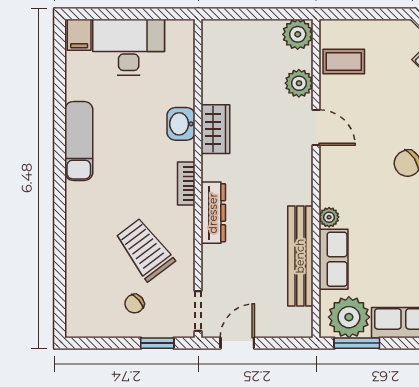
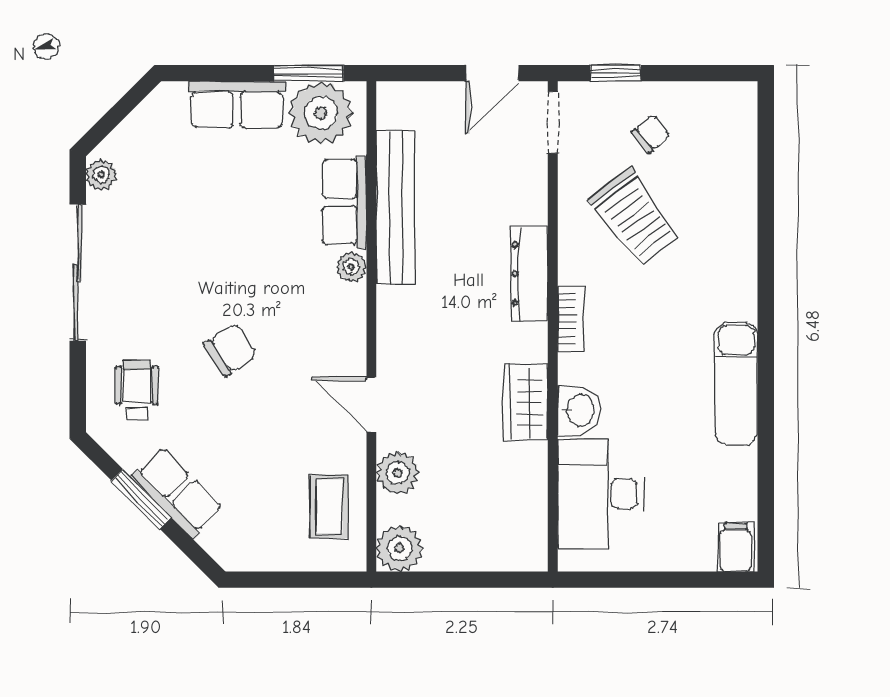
desk: (129, 47) -> (601, 494), moved, turned 90
coffee table: (344, 61) -> (329, 506), turned 90

